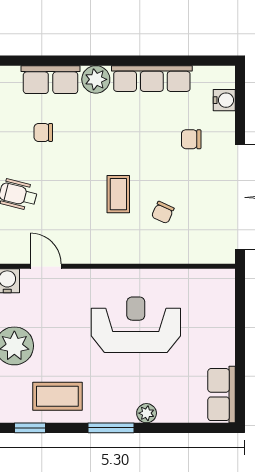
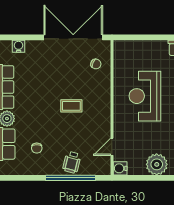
chair: (191, 139) -> (41, 65), removed
chair: (163, 212) -> (96, 64), moved

